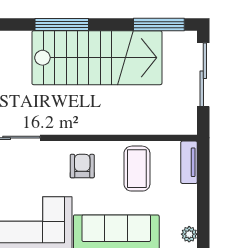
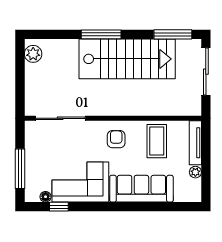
tv unit: (189, 162) -> (195, 143), width x1.41
plant: (189, 234) -> (195, 172), moved

